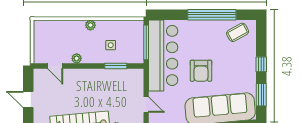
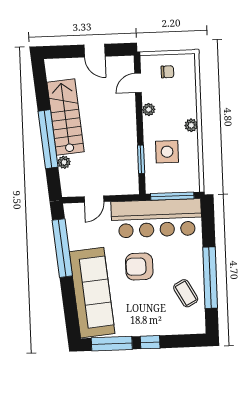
coffee table: (238, 32) -> (186, 293), moved
chair: (47, 42) -> (167, 72), added
side table: (111, 45) -> (167, 152), width x1.87, depth x1.87
window: (261, 95) -> (112, 344), width x1.44
door: (28, 100) -> (95, 51), swing flipped

